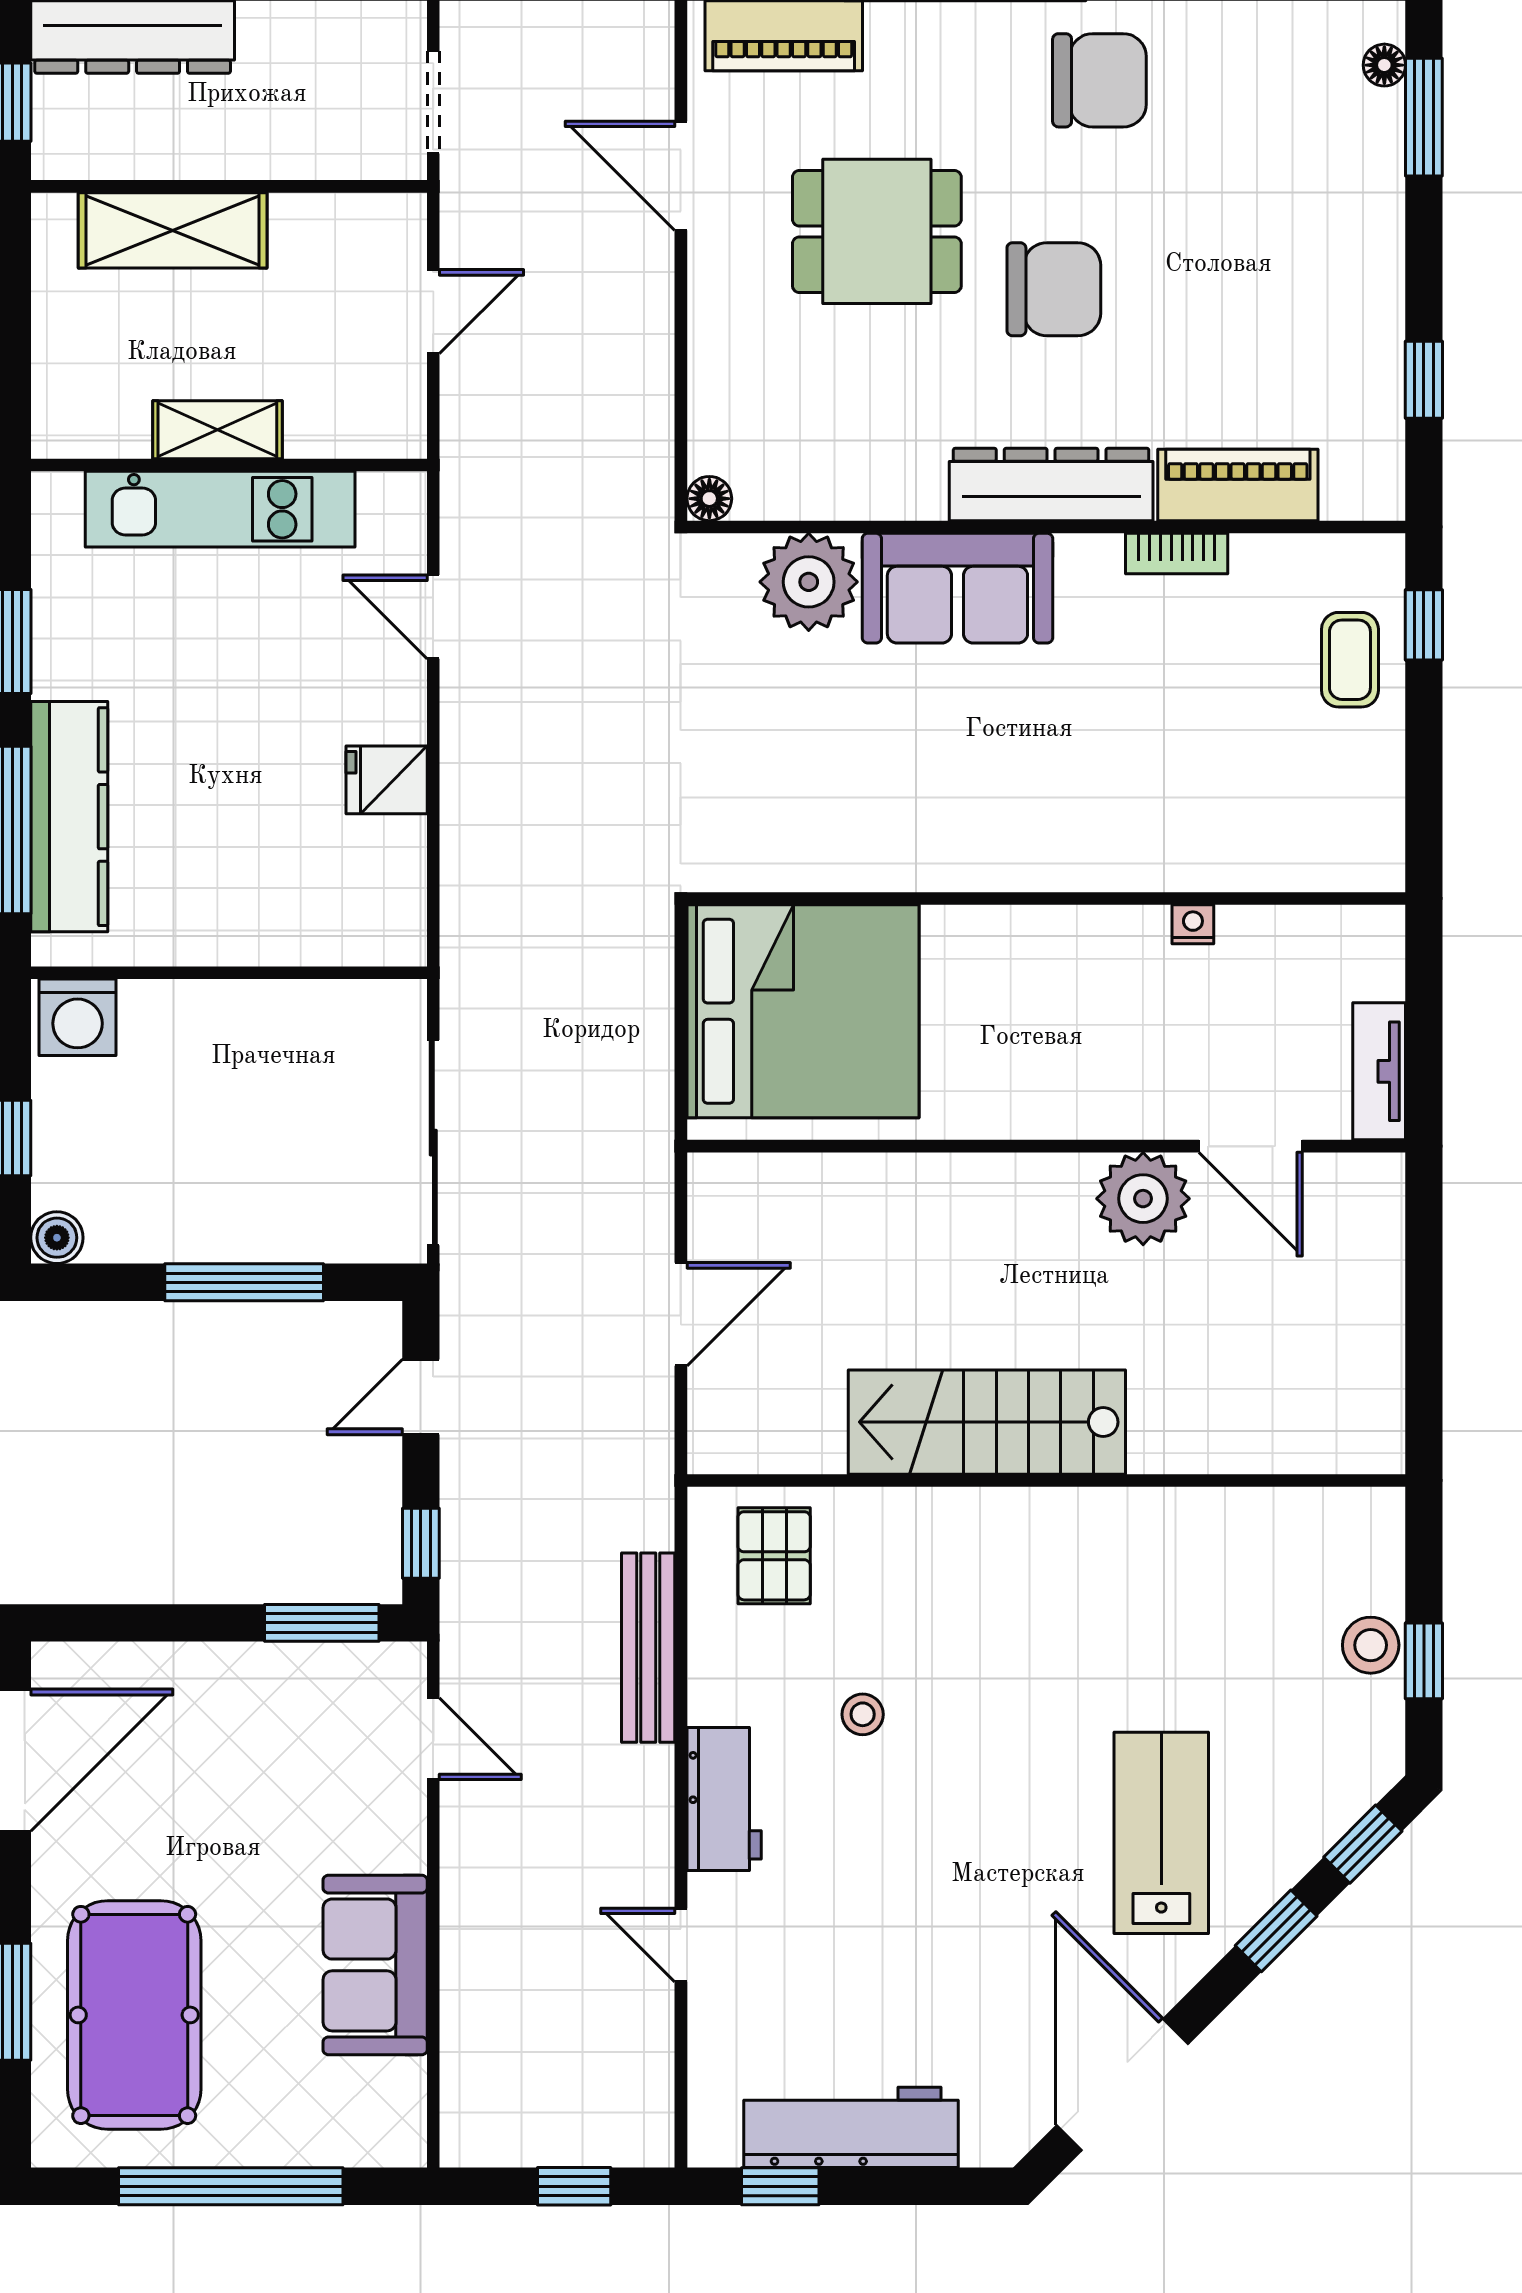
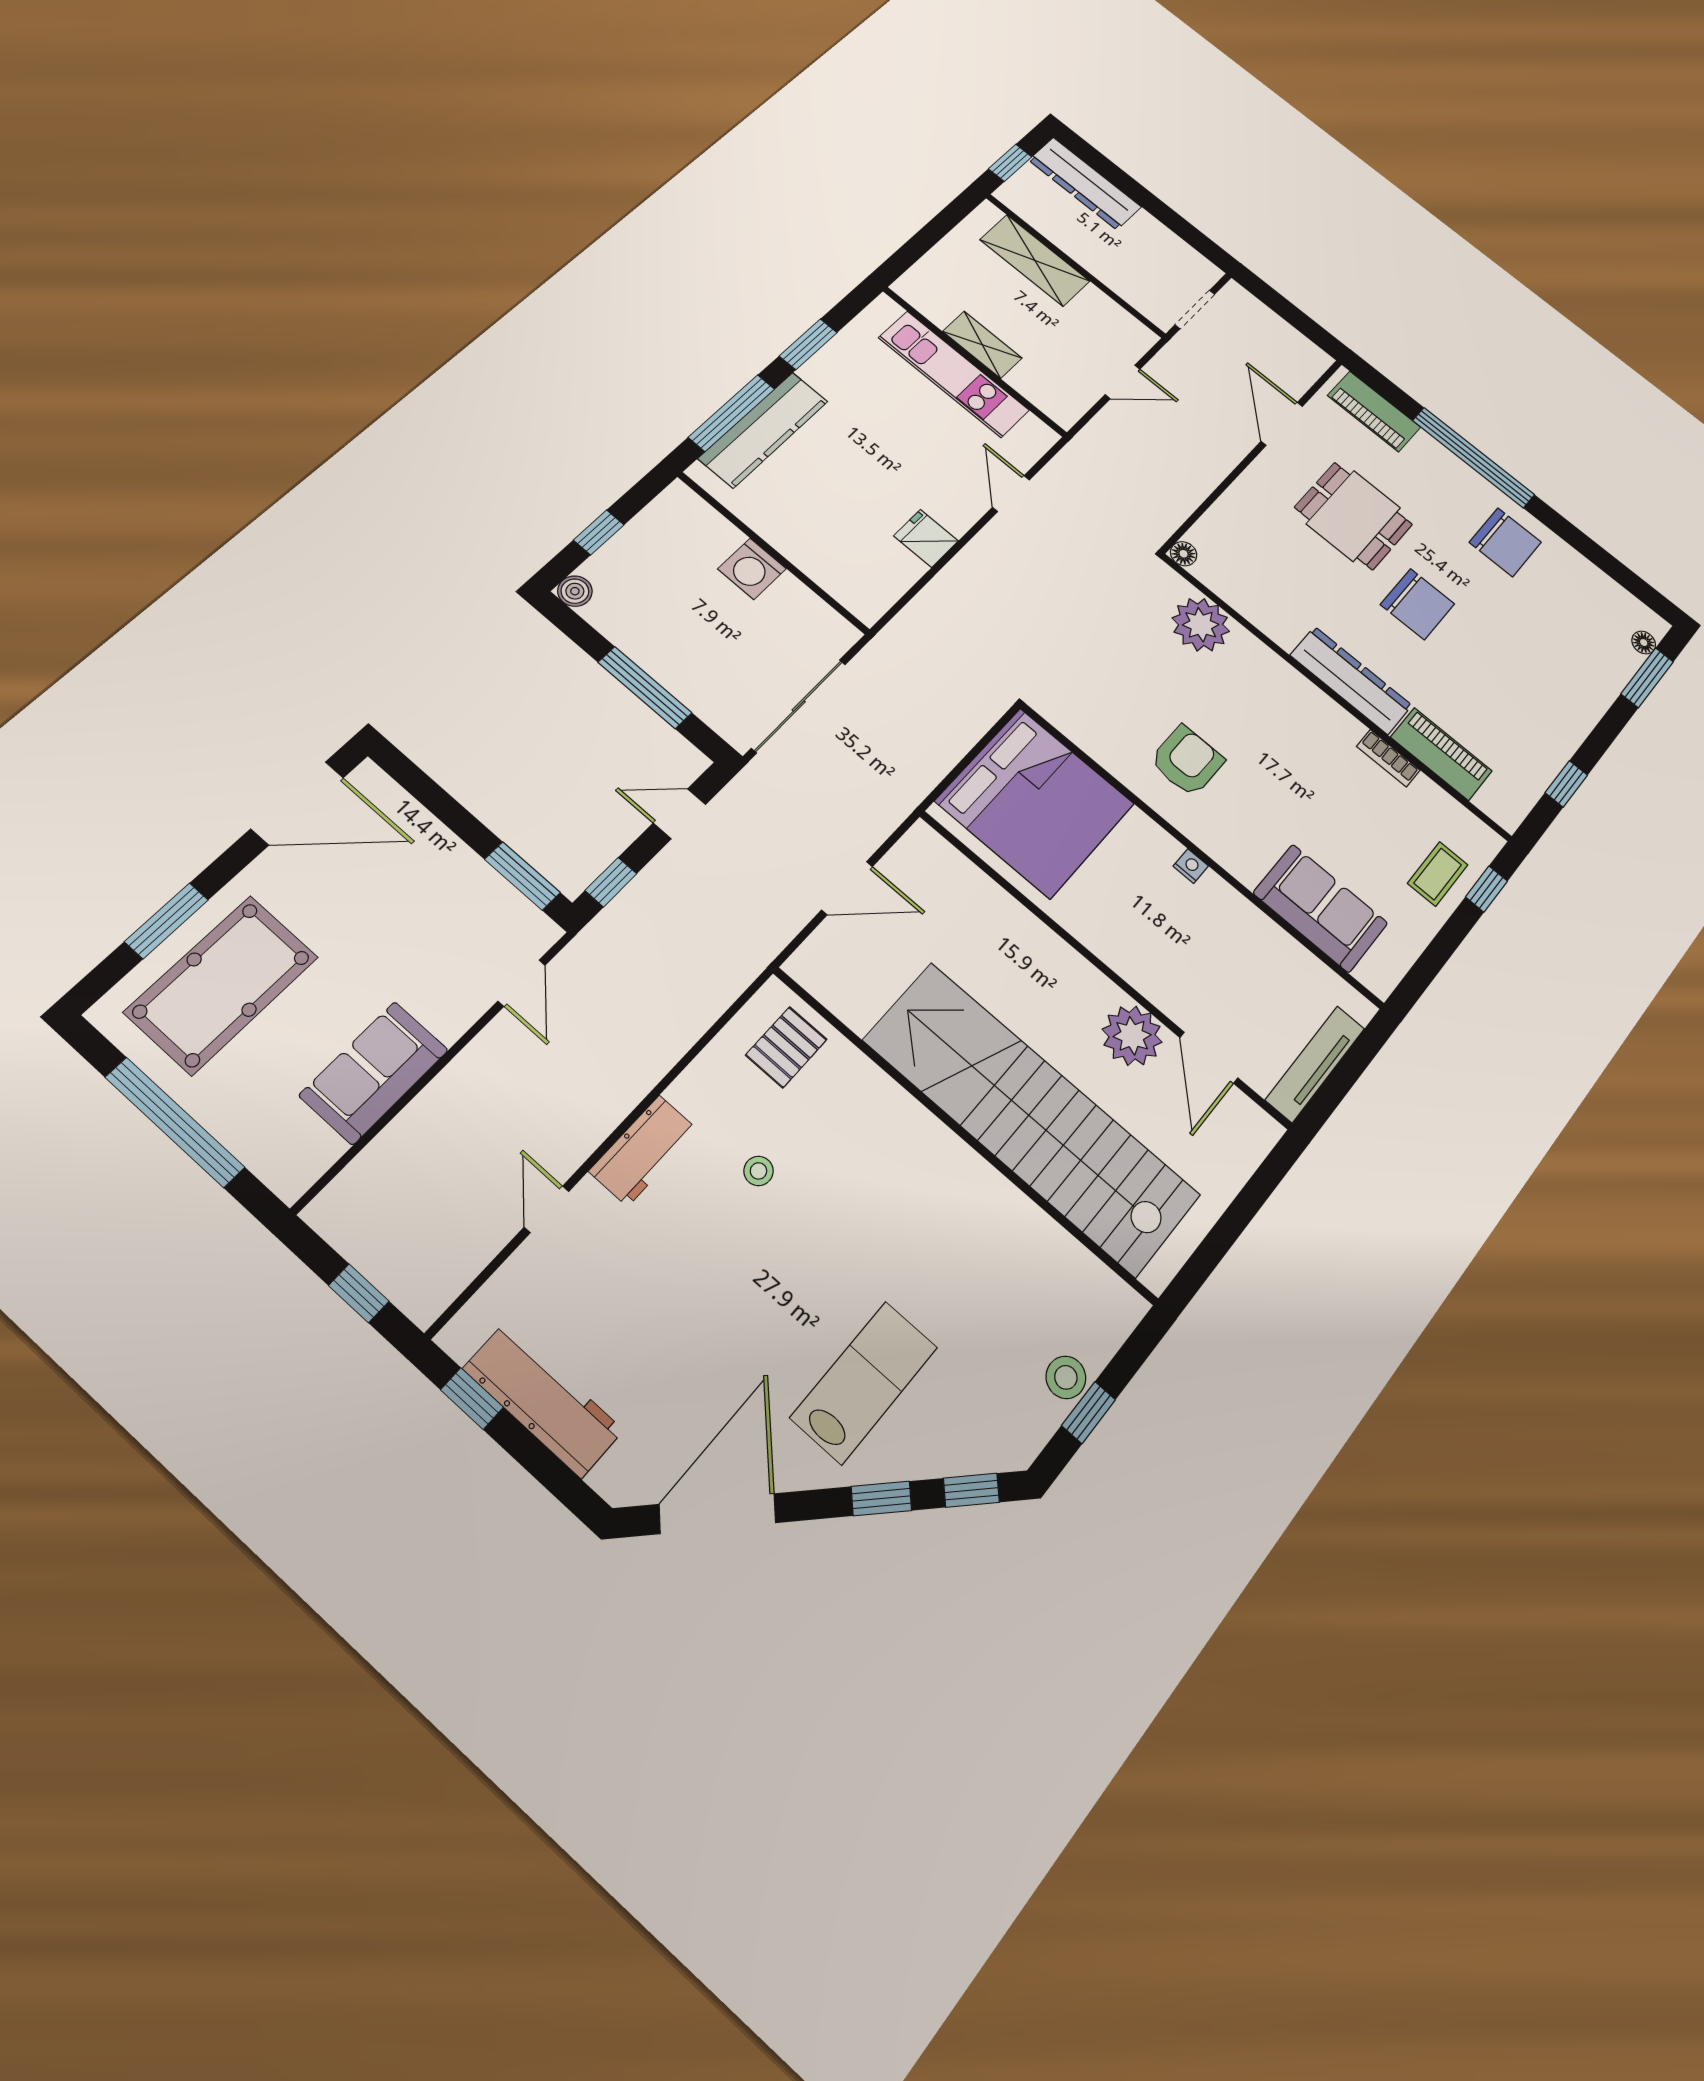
sofa: (957, 588) -> (1320, 908), moved, turned 180
armchair: (937, 788) -> (1187, 761), added
nightstand: (1193, 924) -> (1191, 866), moved
washing machine: (78, 1017) -> (752, 569), moved
tv unit: (1379, 1071) -> (1315, 1064), width x1.41
stairs: (987, 1422) -> (1031, 1117), width x1.86, depth x1.51
bench: (648, 1648) -> (678, 1036), removed

